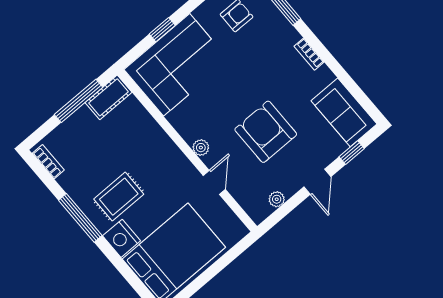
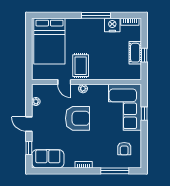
cot: (109, 97) -> (135, 53), moved
window: (79, 101) -> (144, 55), width x0.46
armchair: (266, 132) -> (77, 118), moved
rug: (119, 197) -> (81, 66), moved
nightstand: (122, 238) -> (112, 25), moved

